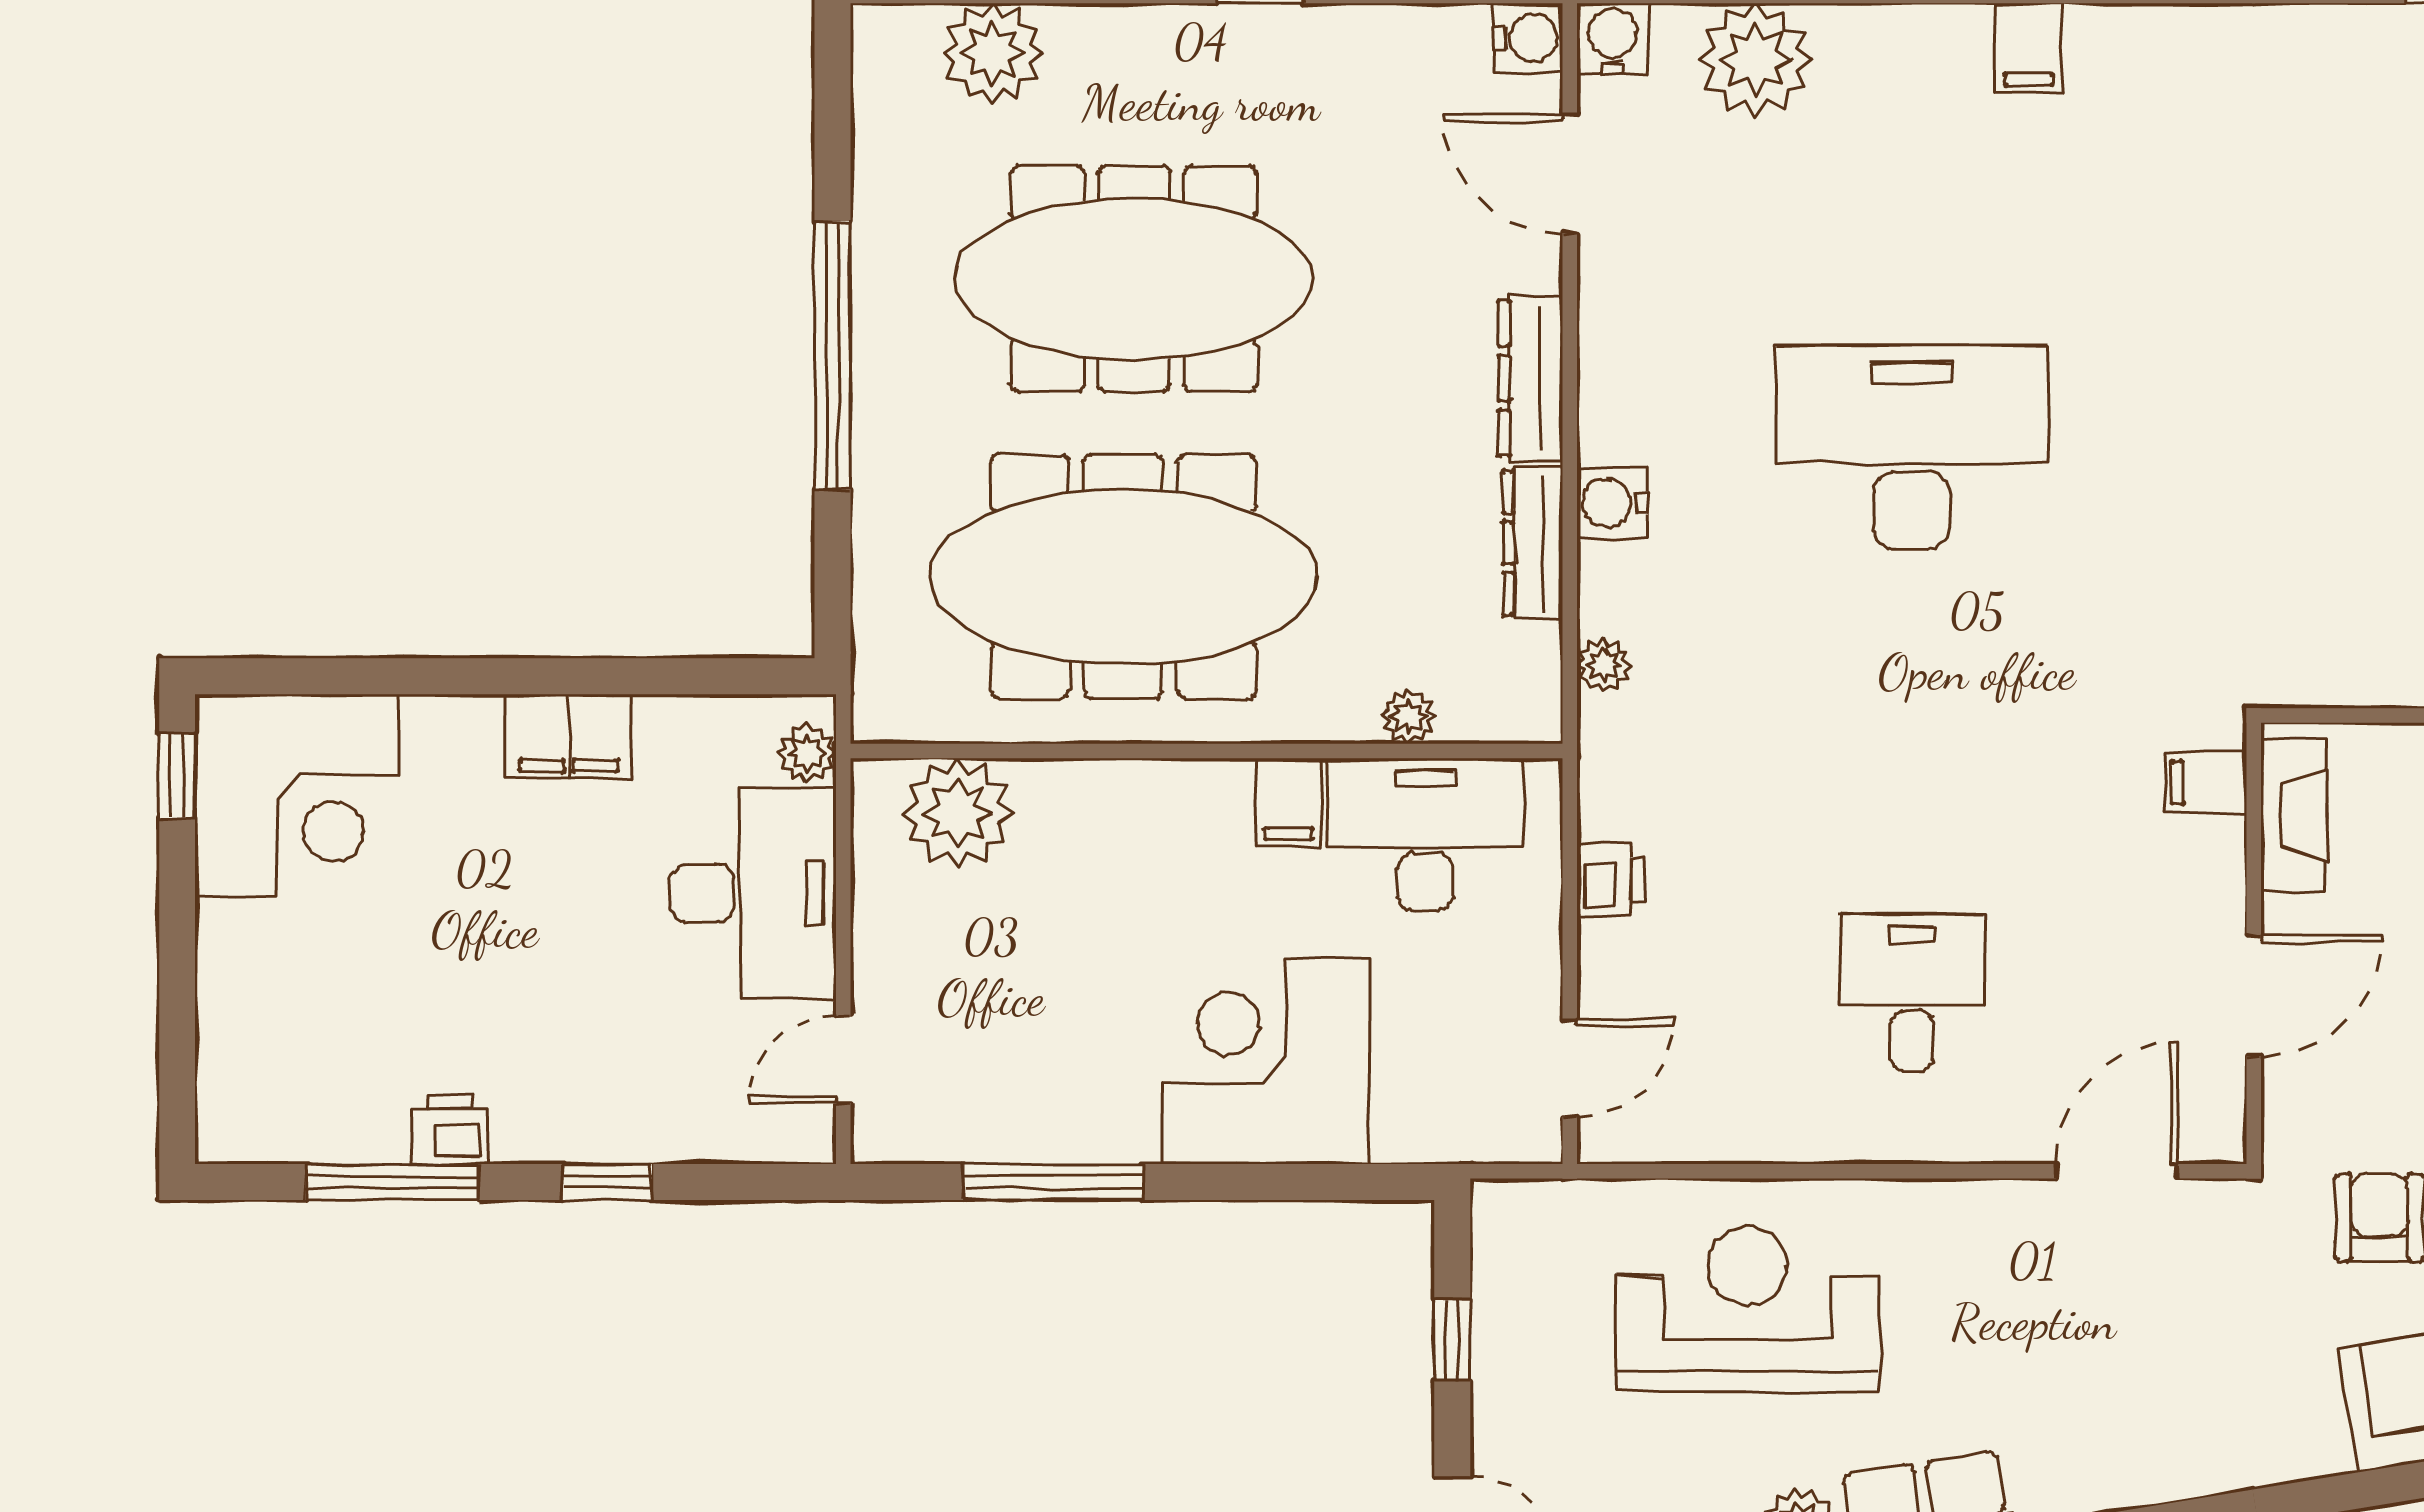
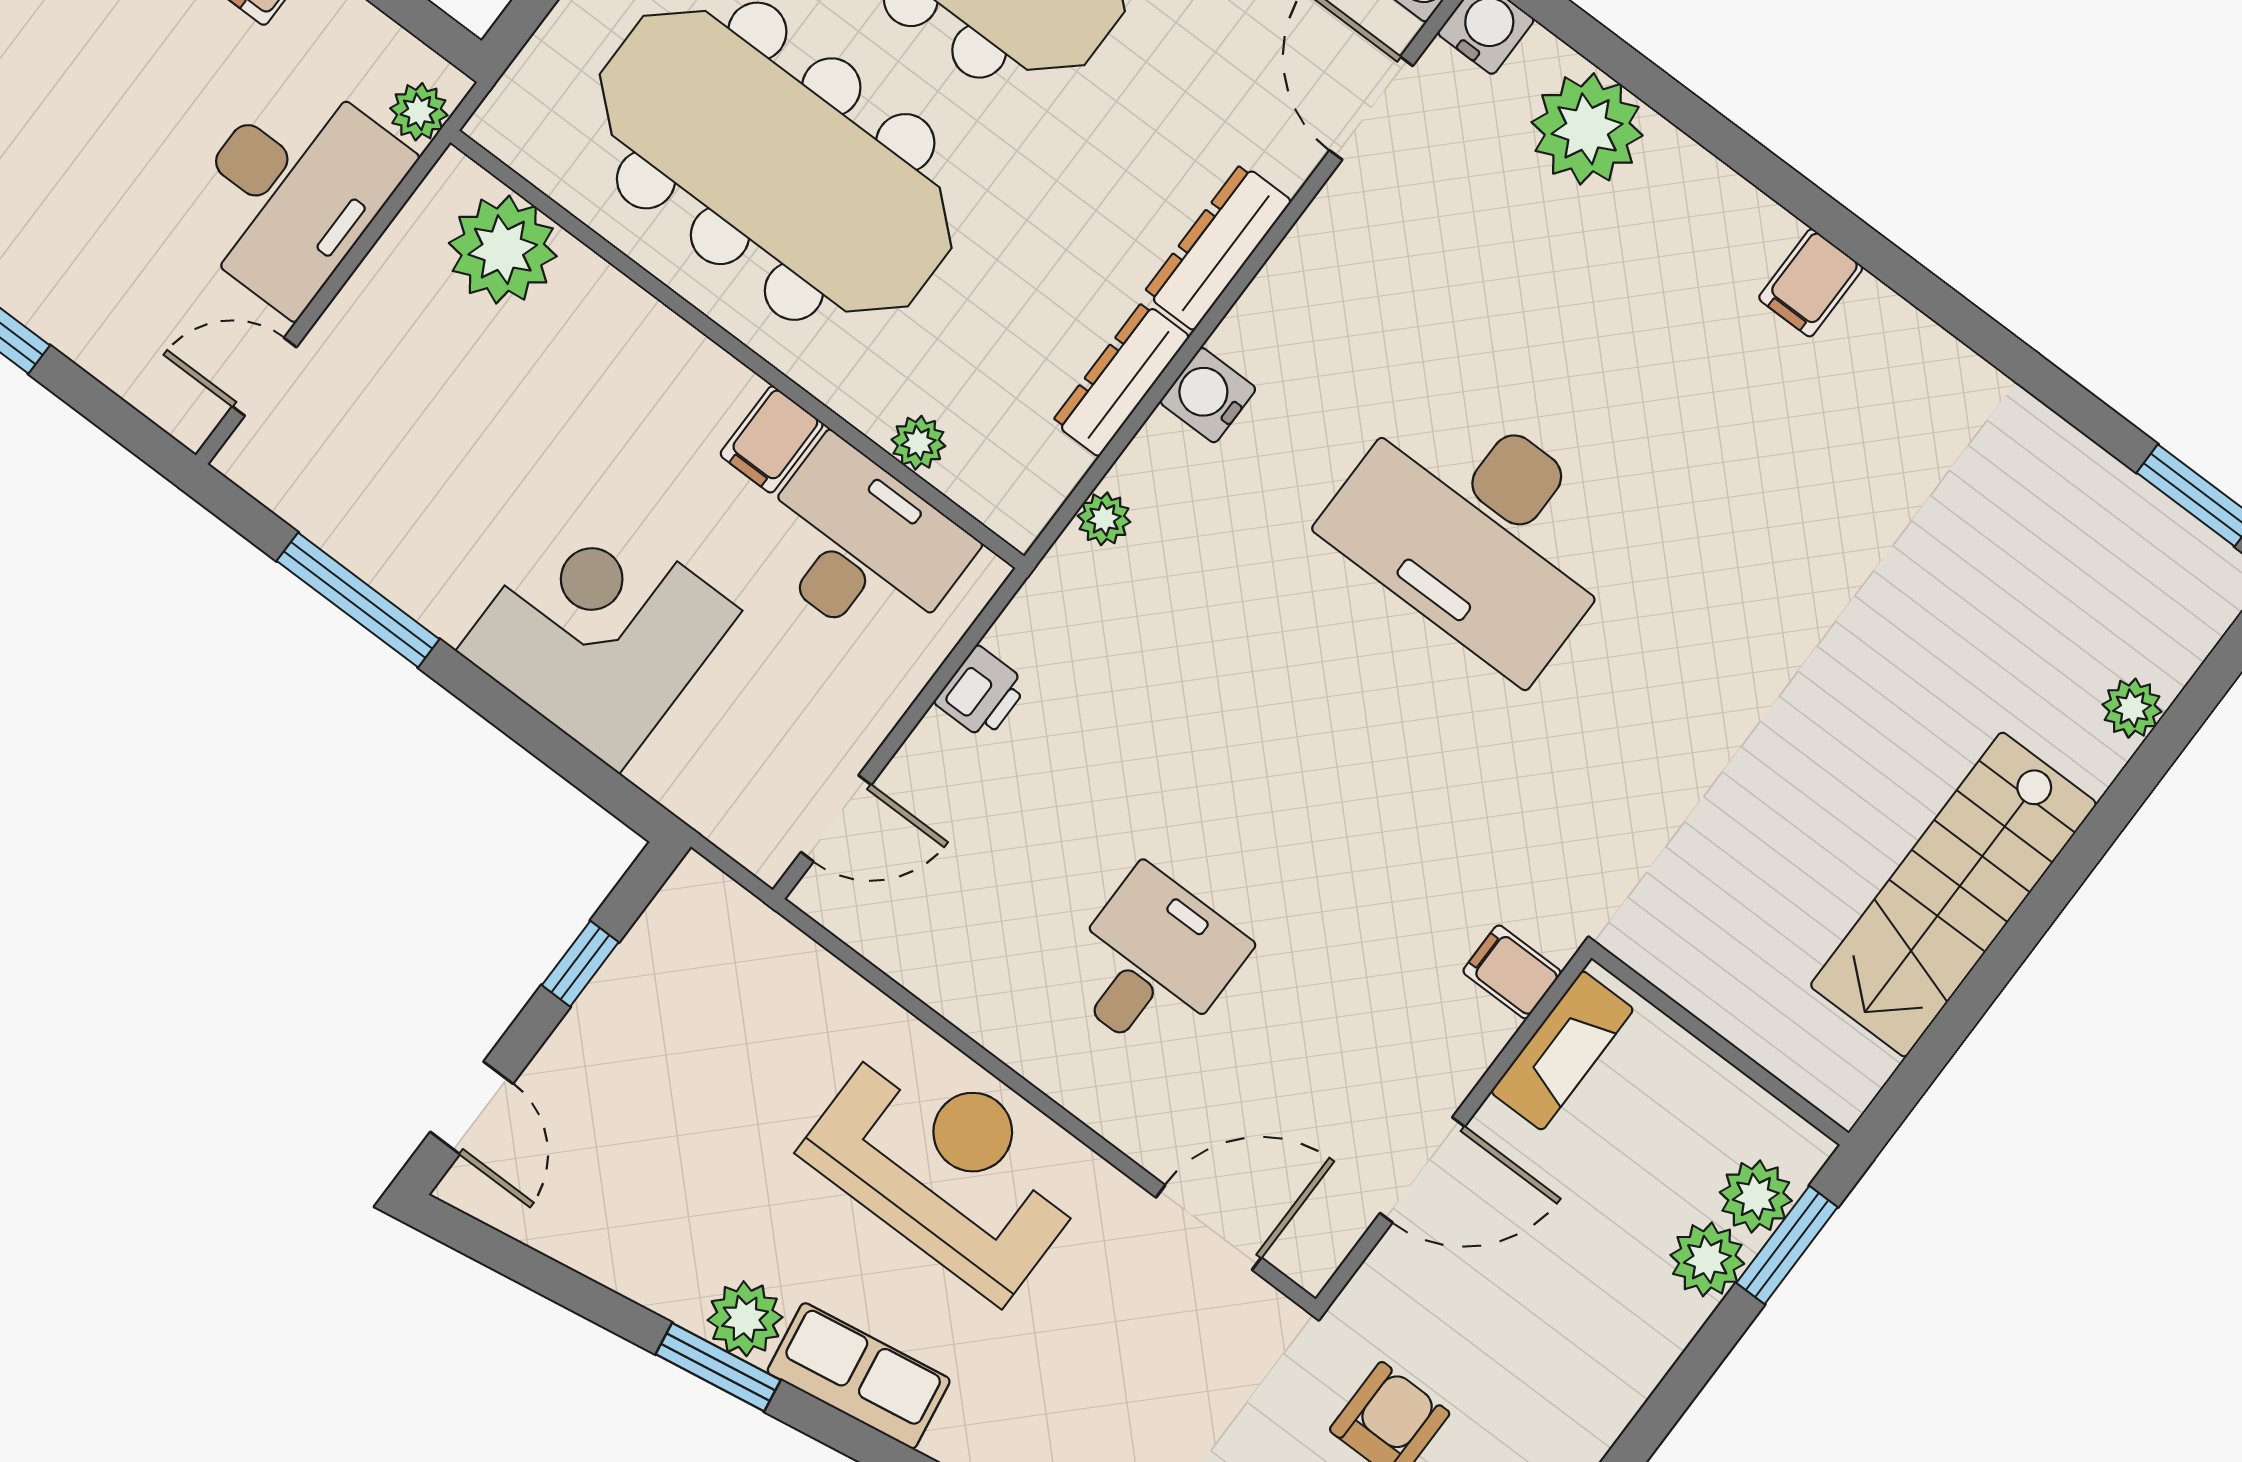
desk: (1912, 447) -> (1479, 530), turned 180
reception desk: (1747, 1309) -> (947, 1166), moved

